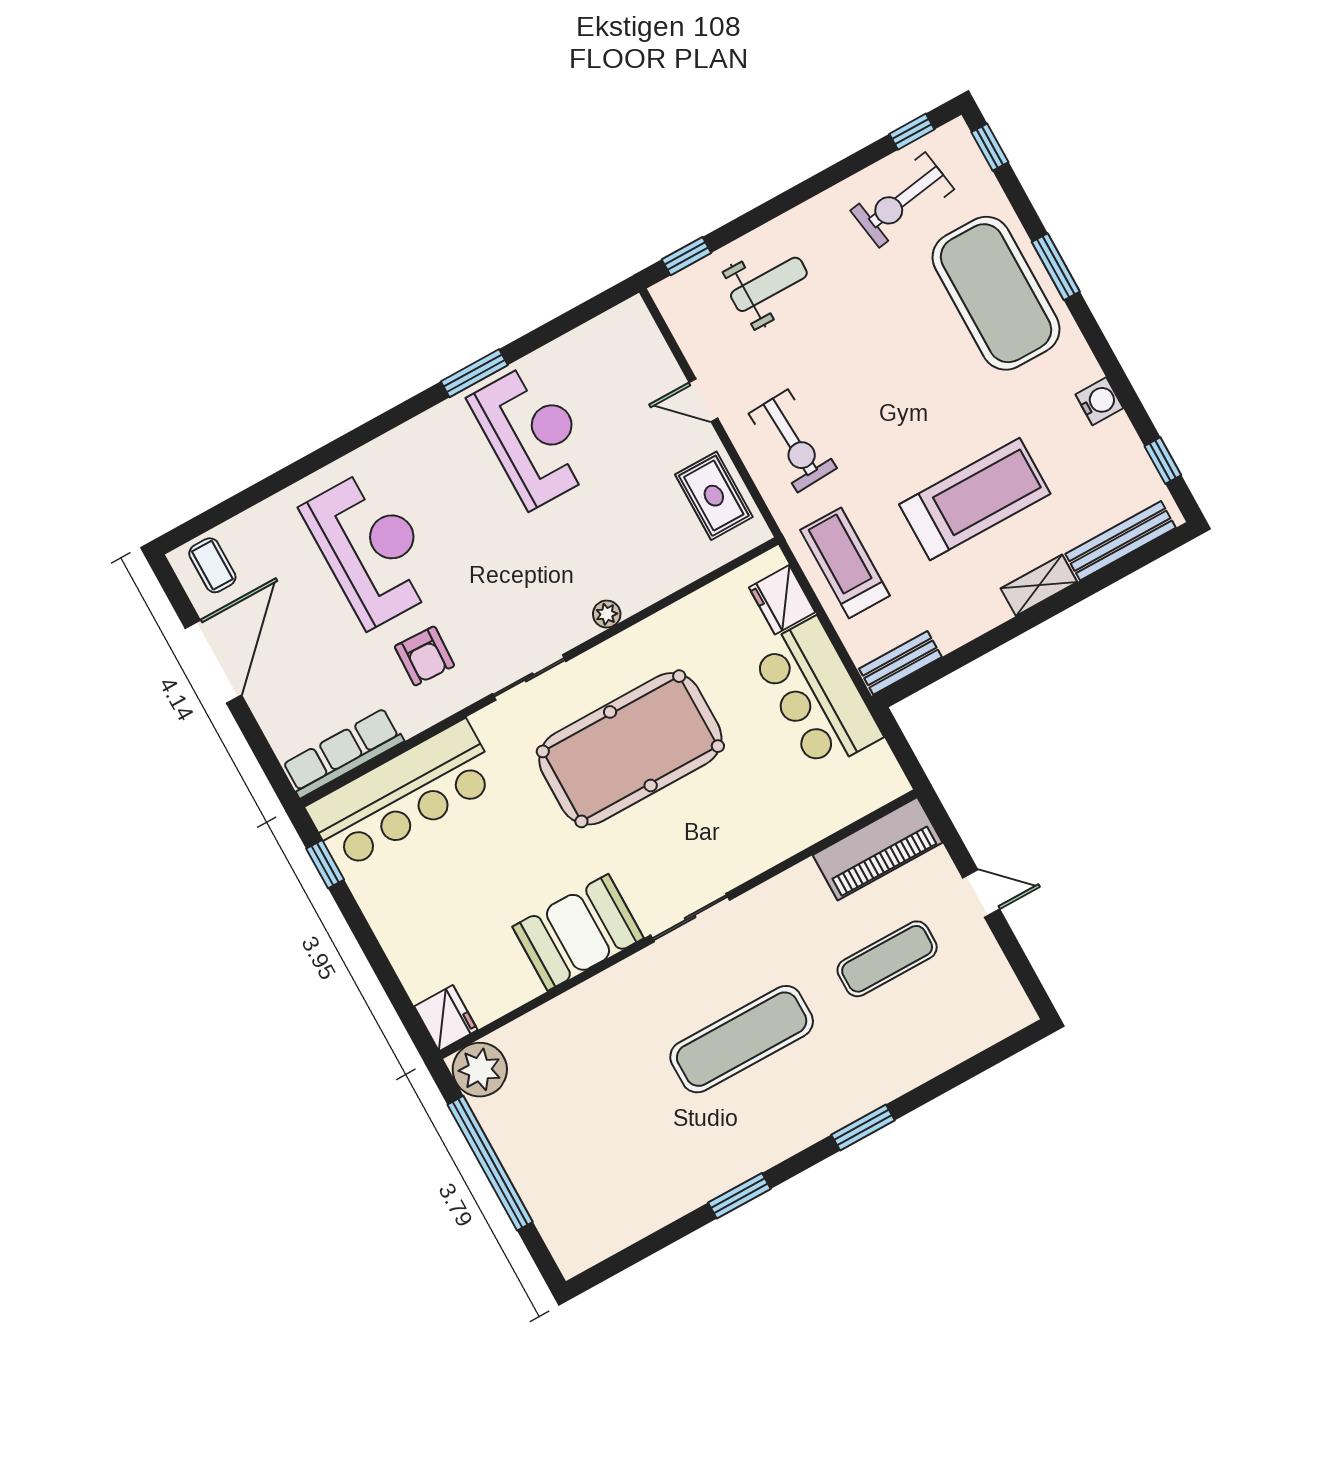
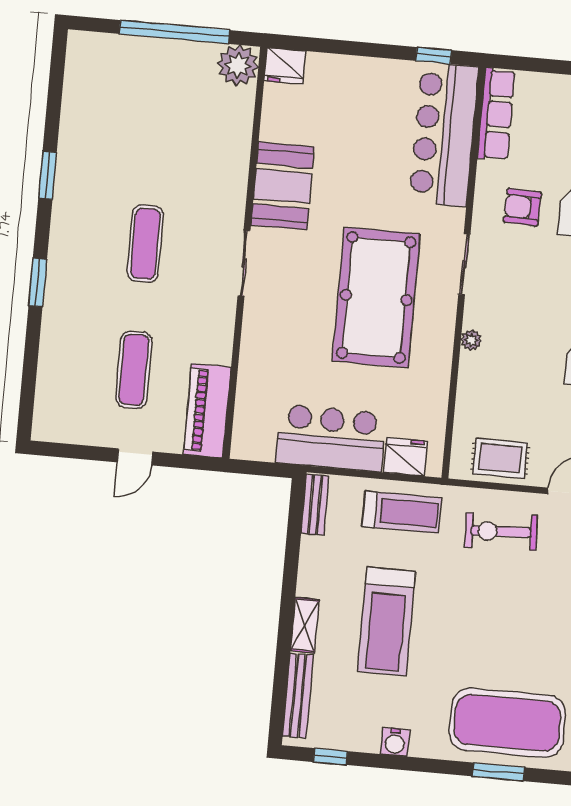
exercise mat: (742, 1039) -> (145, 244), width x0.73, depth x0.69

